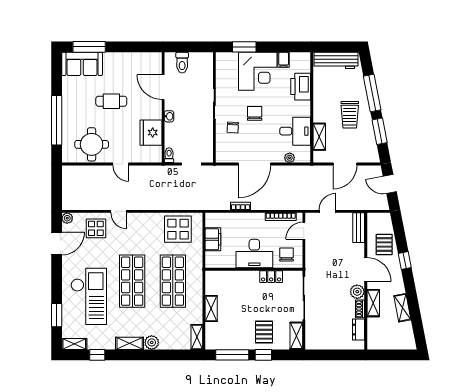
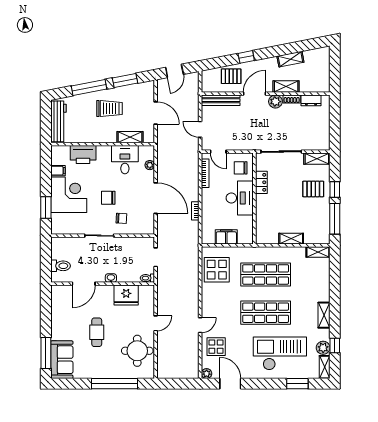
bench: (359, 228) -> (221, 100), width x1.36
plant: (152, 342) -> (323, 348), moved

